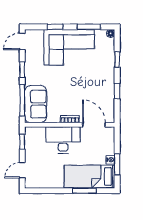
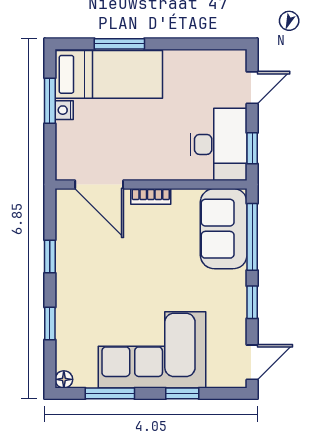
desk: (63, 140) -> (218, 144), moved, turned -90

